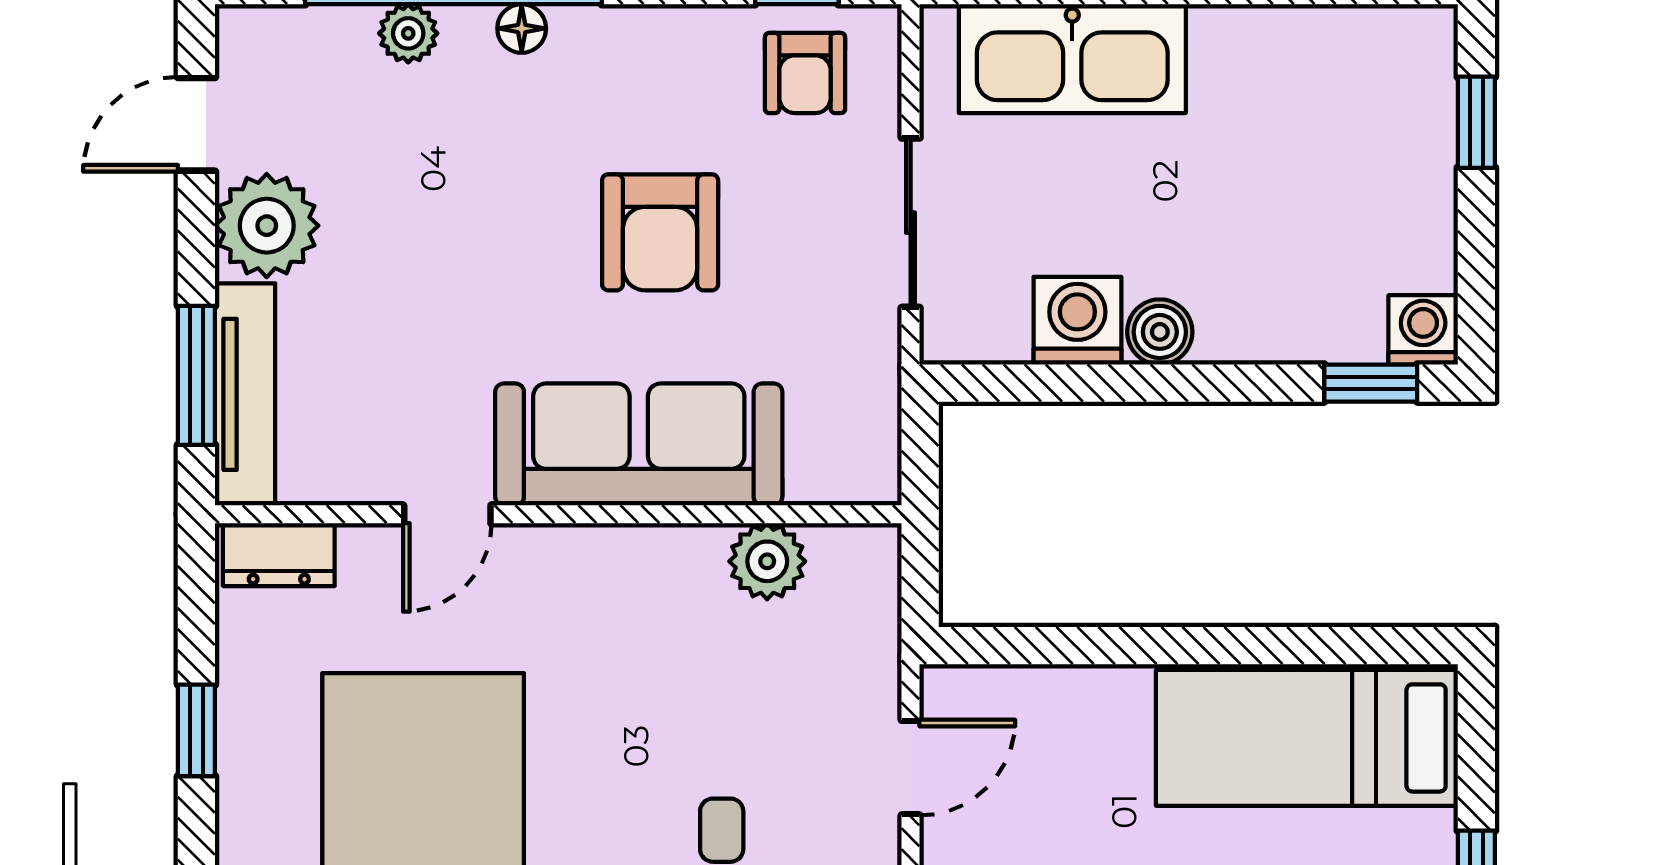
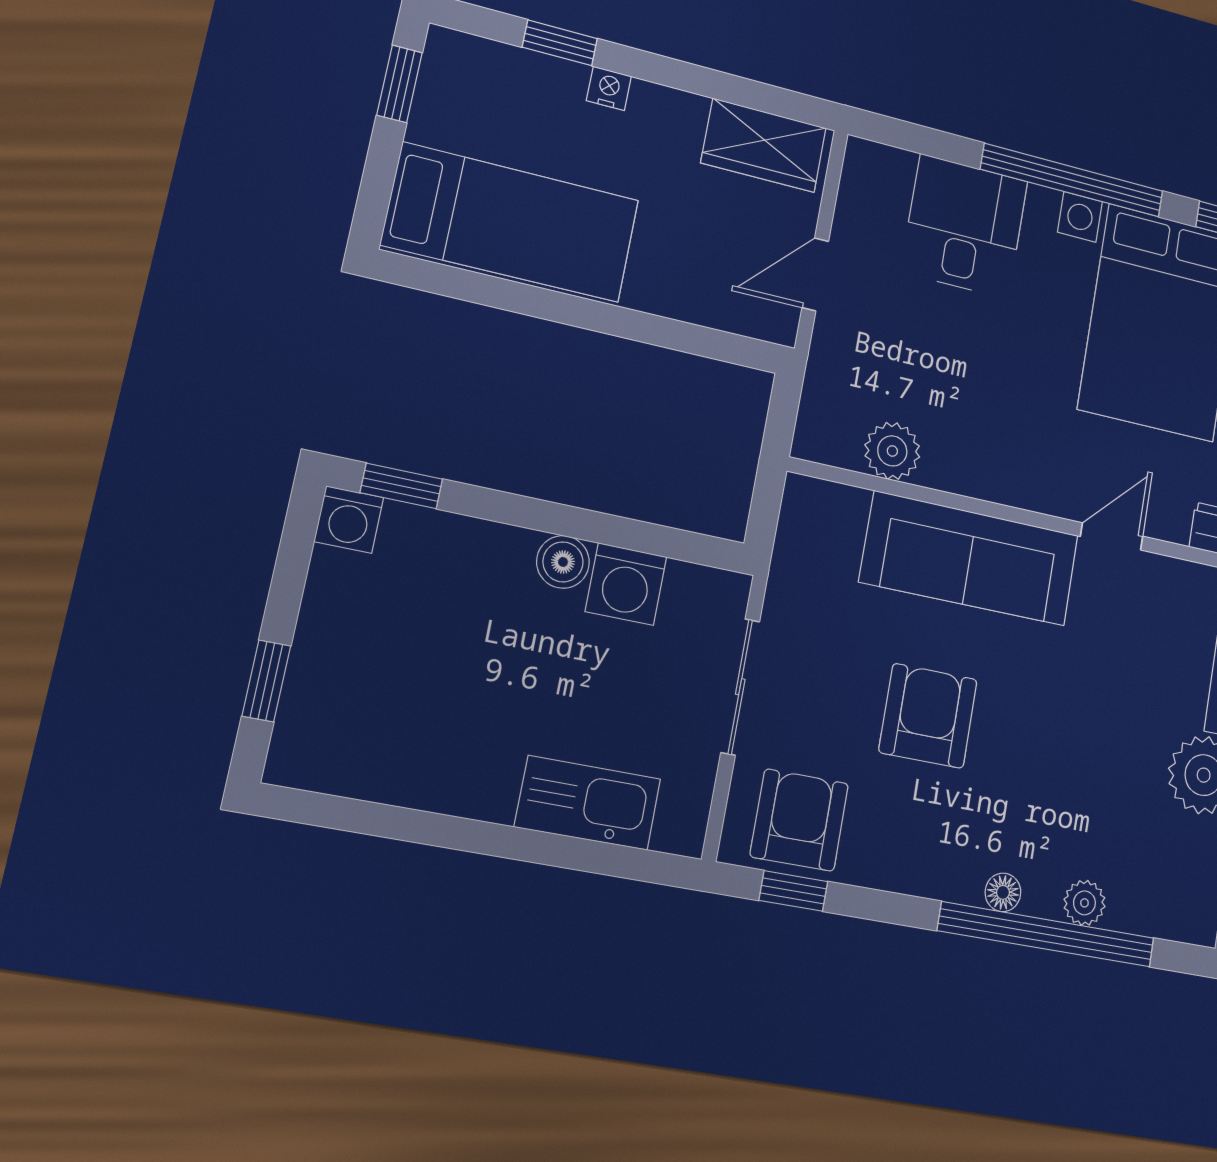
kitchen sink: (1072, 59) -> (588, 803), width x0.73, depth x0.81
armchair: (805, 73) -> (799, 820), width x1.38, depth x1.38

